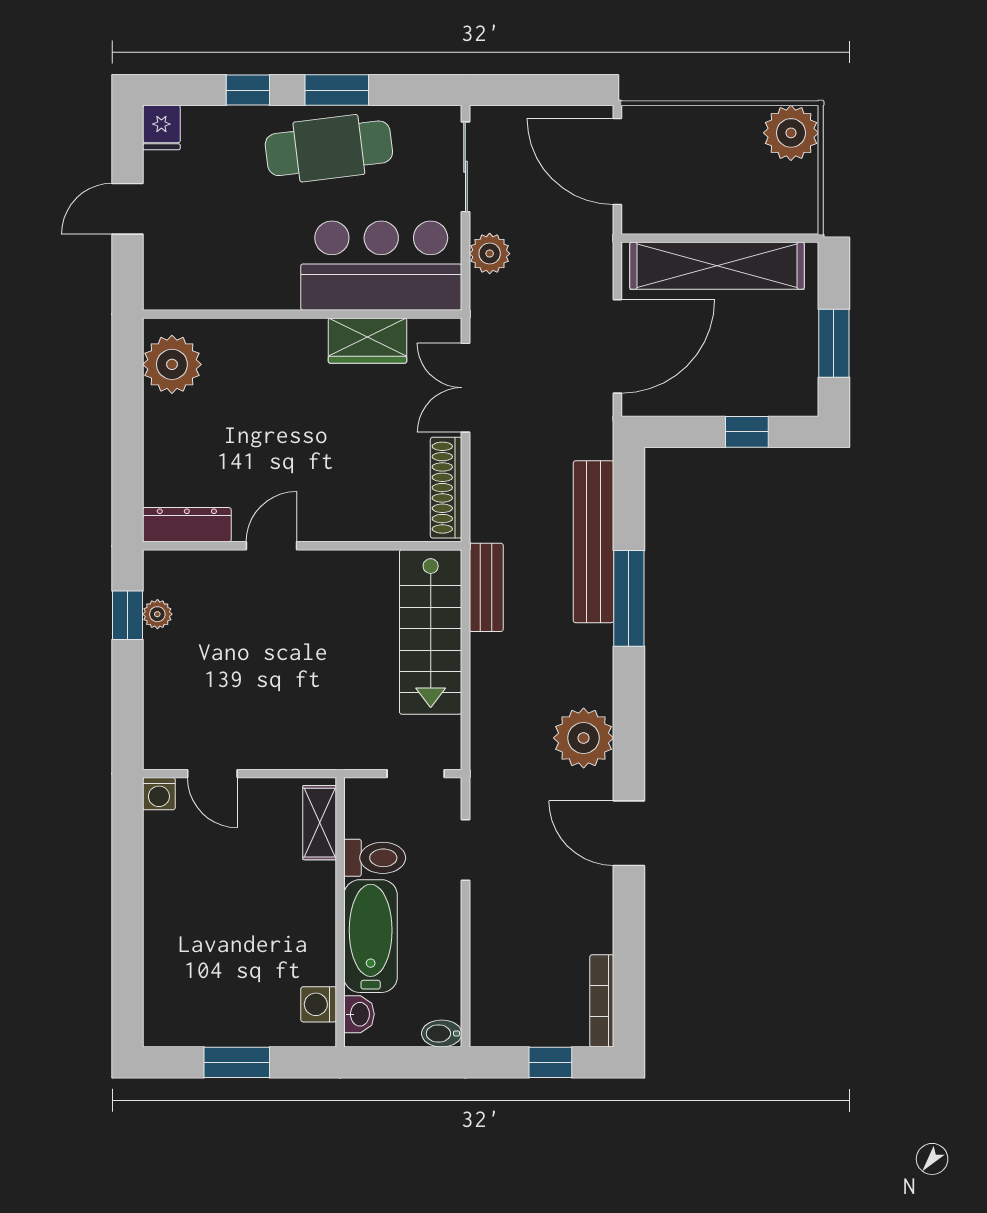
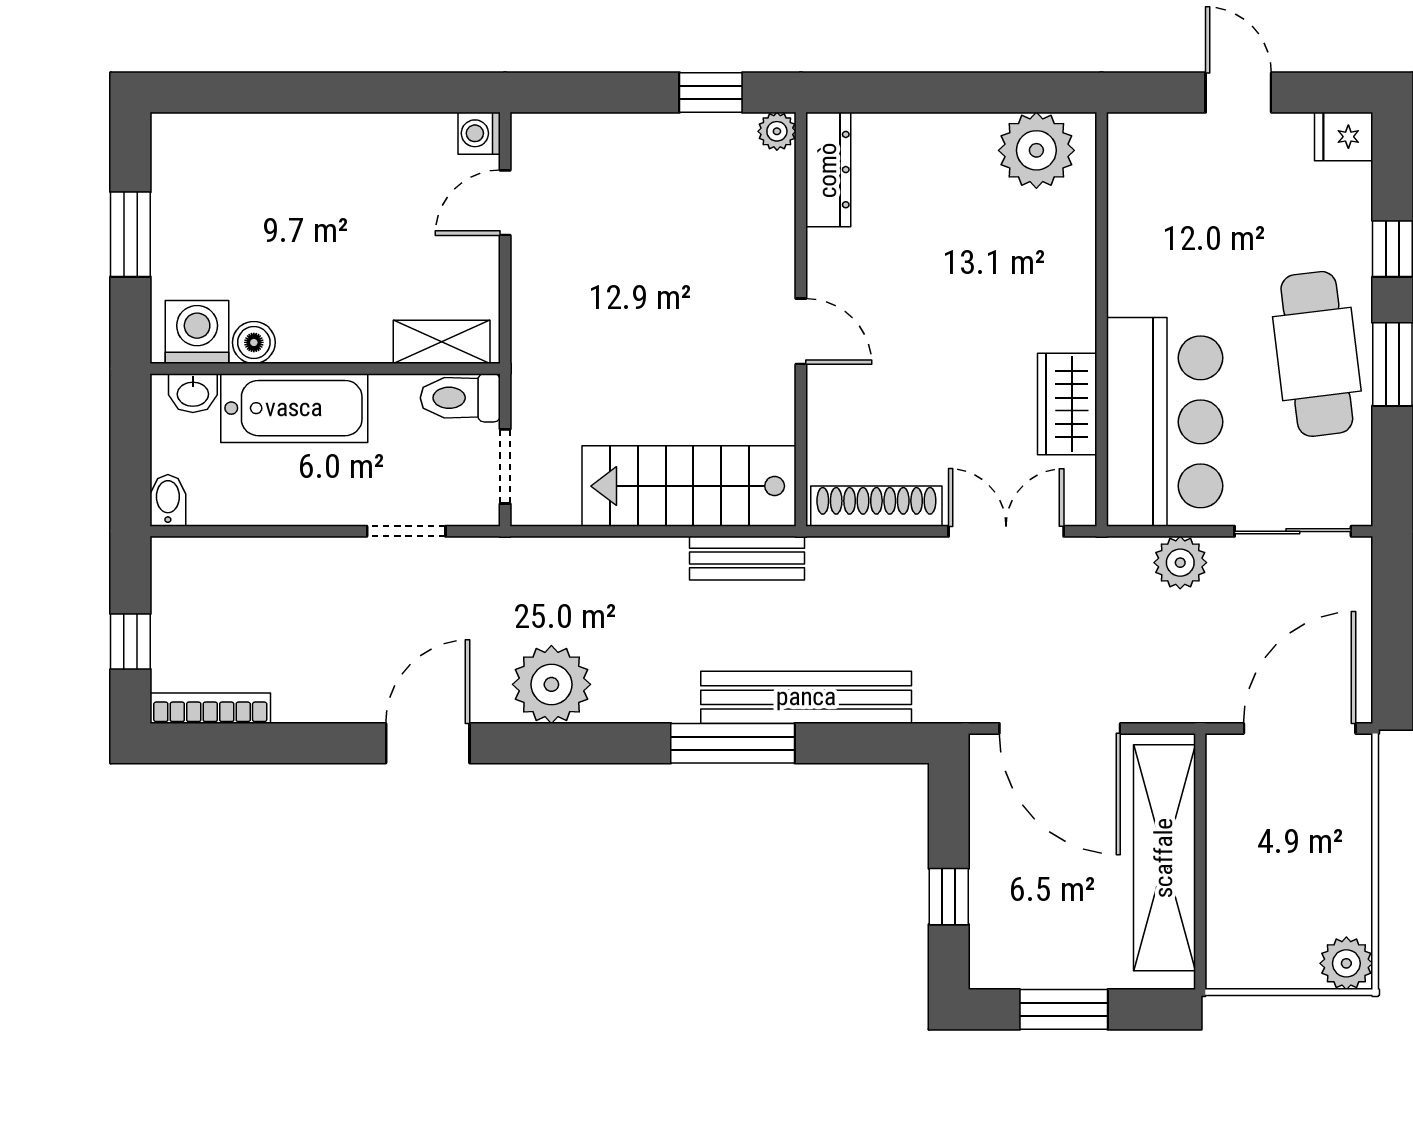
plant: (791, 133) -> (1346, 963), width x0.73, depth x0.73
door: (272, 546) -> (801, 331), moved
plant: (157, 614) -> (777, 131), moved
toilet: (375, 858) -> (460, 398), moved, turned 90
boiler: (320, 967) -> (254, 342), added
washing machine: (319, 1004) -> (197, 332), width x1.38, depth x1.38

